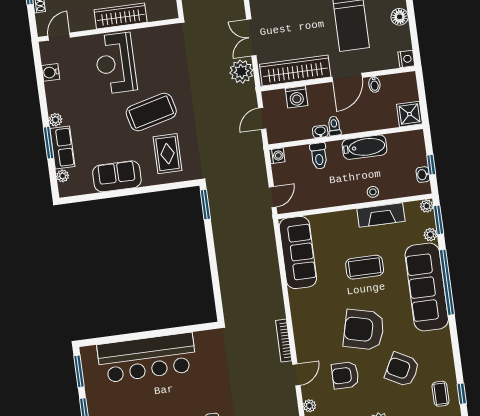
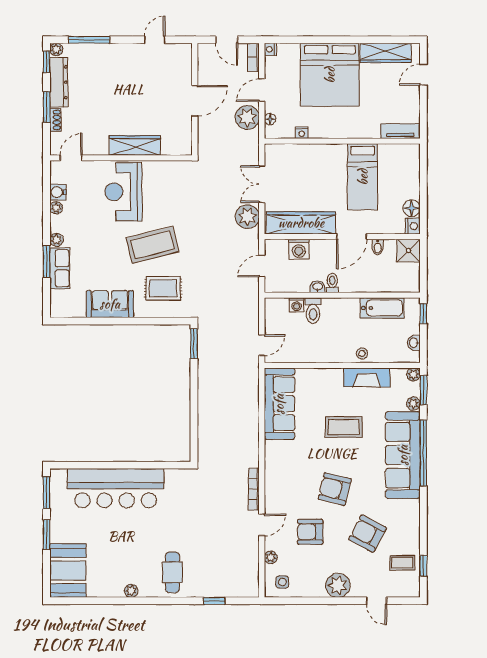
floor lamp: (400, 17) -> (412, 208), moved
shower: (409, 114) -> (409, 251), moved
bathtub: (365, 147) -> (382, 308), moved
rug: (167, 154) -> (163, 288), turned 90
washing machine: (277, 156) -> (297, 305), moved, turned 90
window: (431, 165) -> (423, 314), moved
plant: (63, 176) -> (56, 208), moved
armchair: (364, 330) -> (335, 489), width x0.73, depth x0.73
coffee table: (440, 394) -> (402, 563), turned 90

